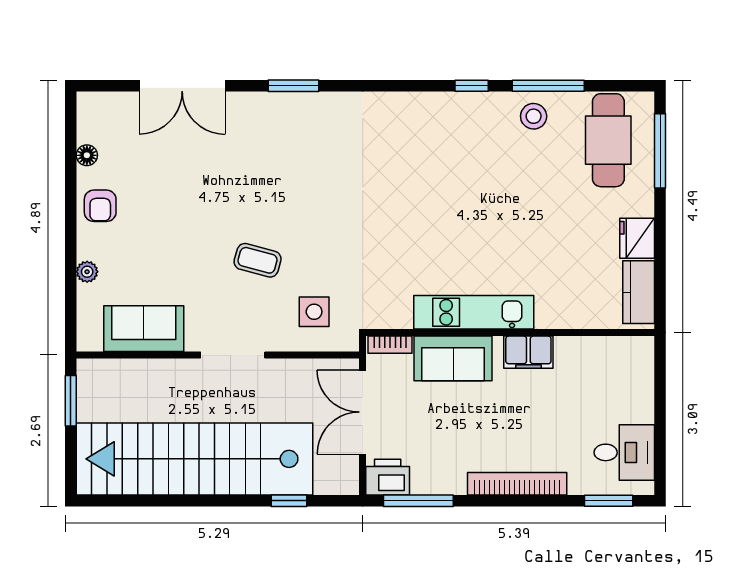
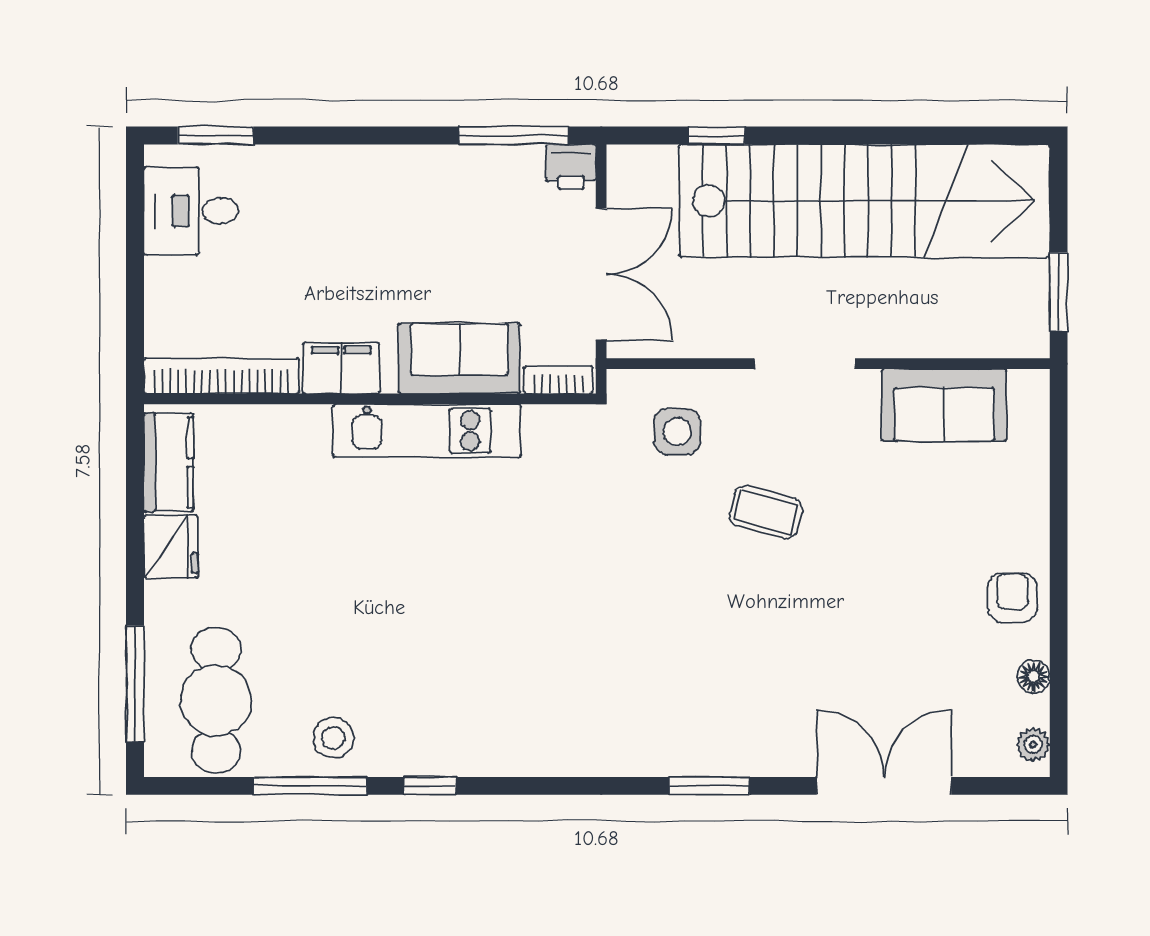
plant: (87, 272) -> (1033, 744), moved
printer: (388, 477) -> (571, 167), width x0.73, depth x0.81
bookcase: (517, 484) -> (222, 376), moved, turned 180

